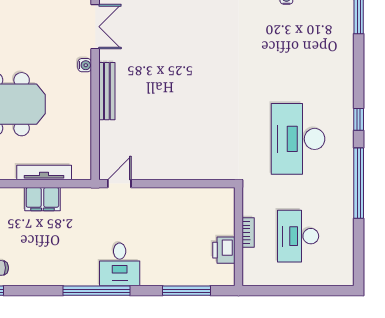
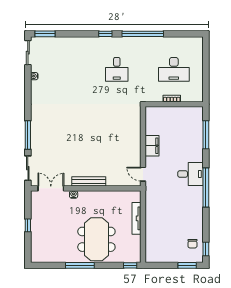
desk: (298, 139) -> (117, 69), width x0.53, depth x0.77
filing cabinet: (42, 199) -> (152, 146), moved
printer: (224, 250) -> (182, 113), removed

